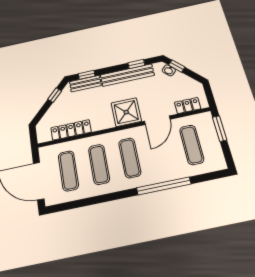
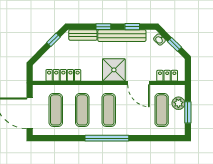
window: (177, 66) -> (174, 44), moved
window: (87, 75) -> (103, 27), moved
door: (157, 120) -> (139, 83), hinge flipped
window: (220, 129) -> (188, 112), moved
plant: (209, 133) -> (178, 103), added
window: (164, 186) -> (107, 138), moved

